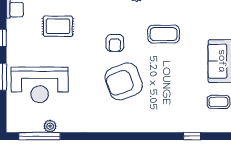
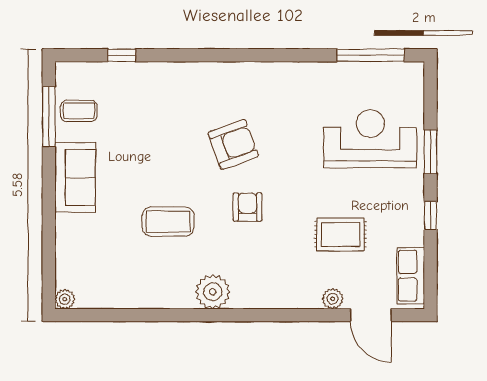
armchair: (124, 81) -> (233, 144), width x0.73, depth x0.73
plant: (50, 126) -> (353, 72), removed

